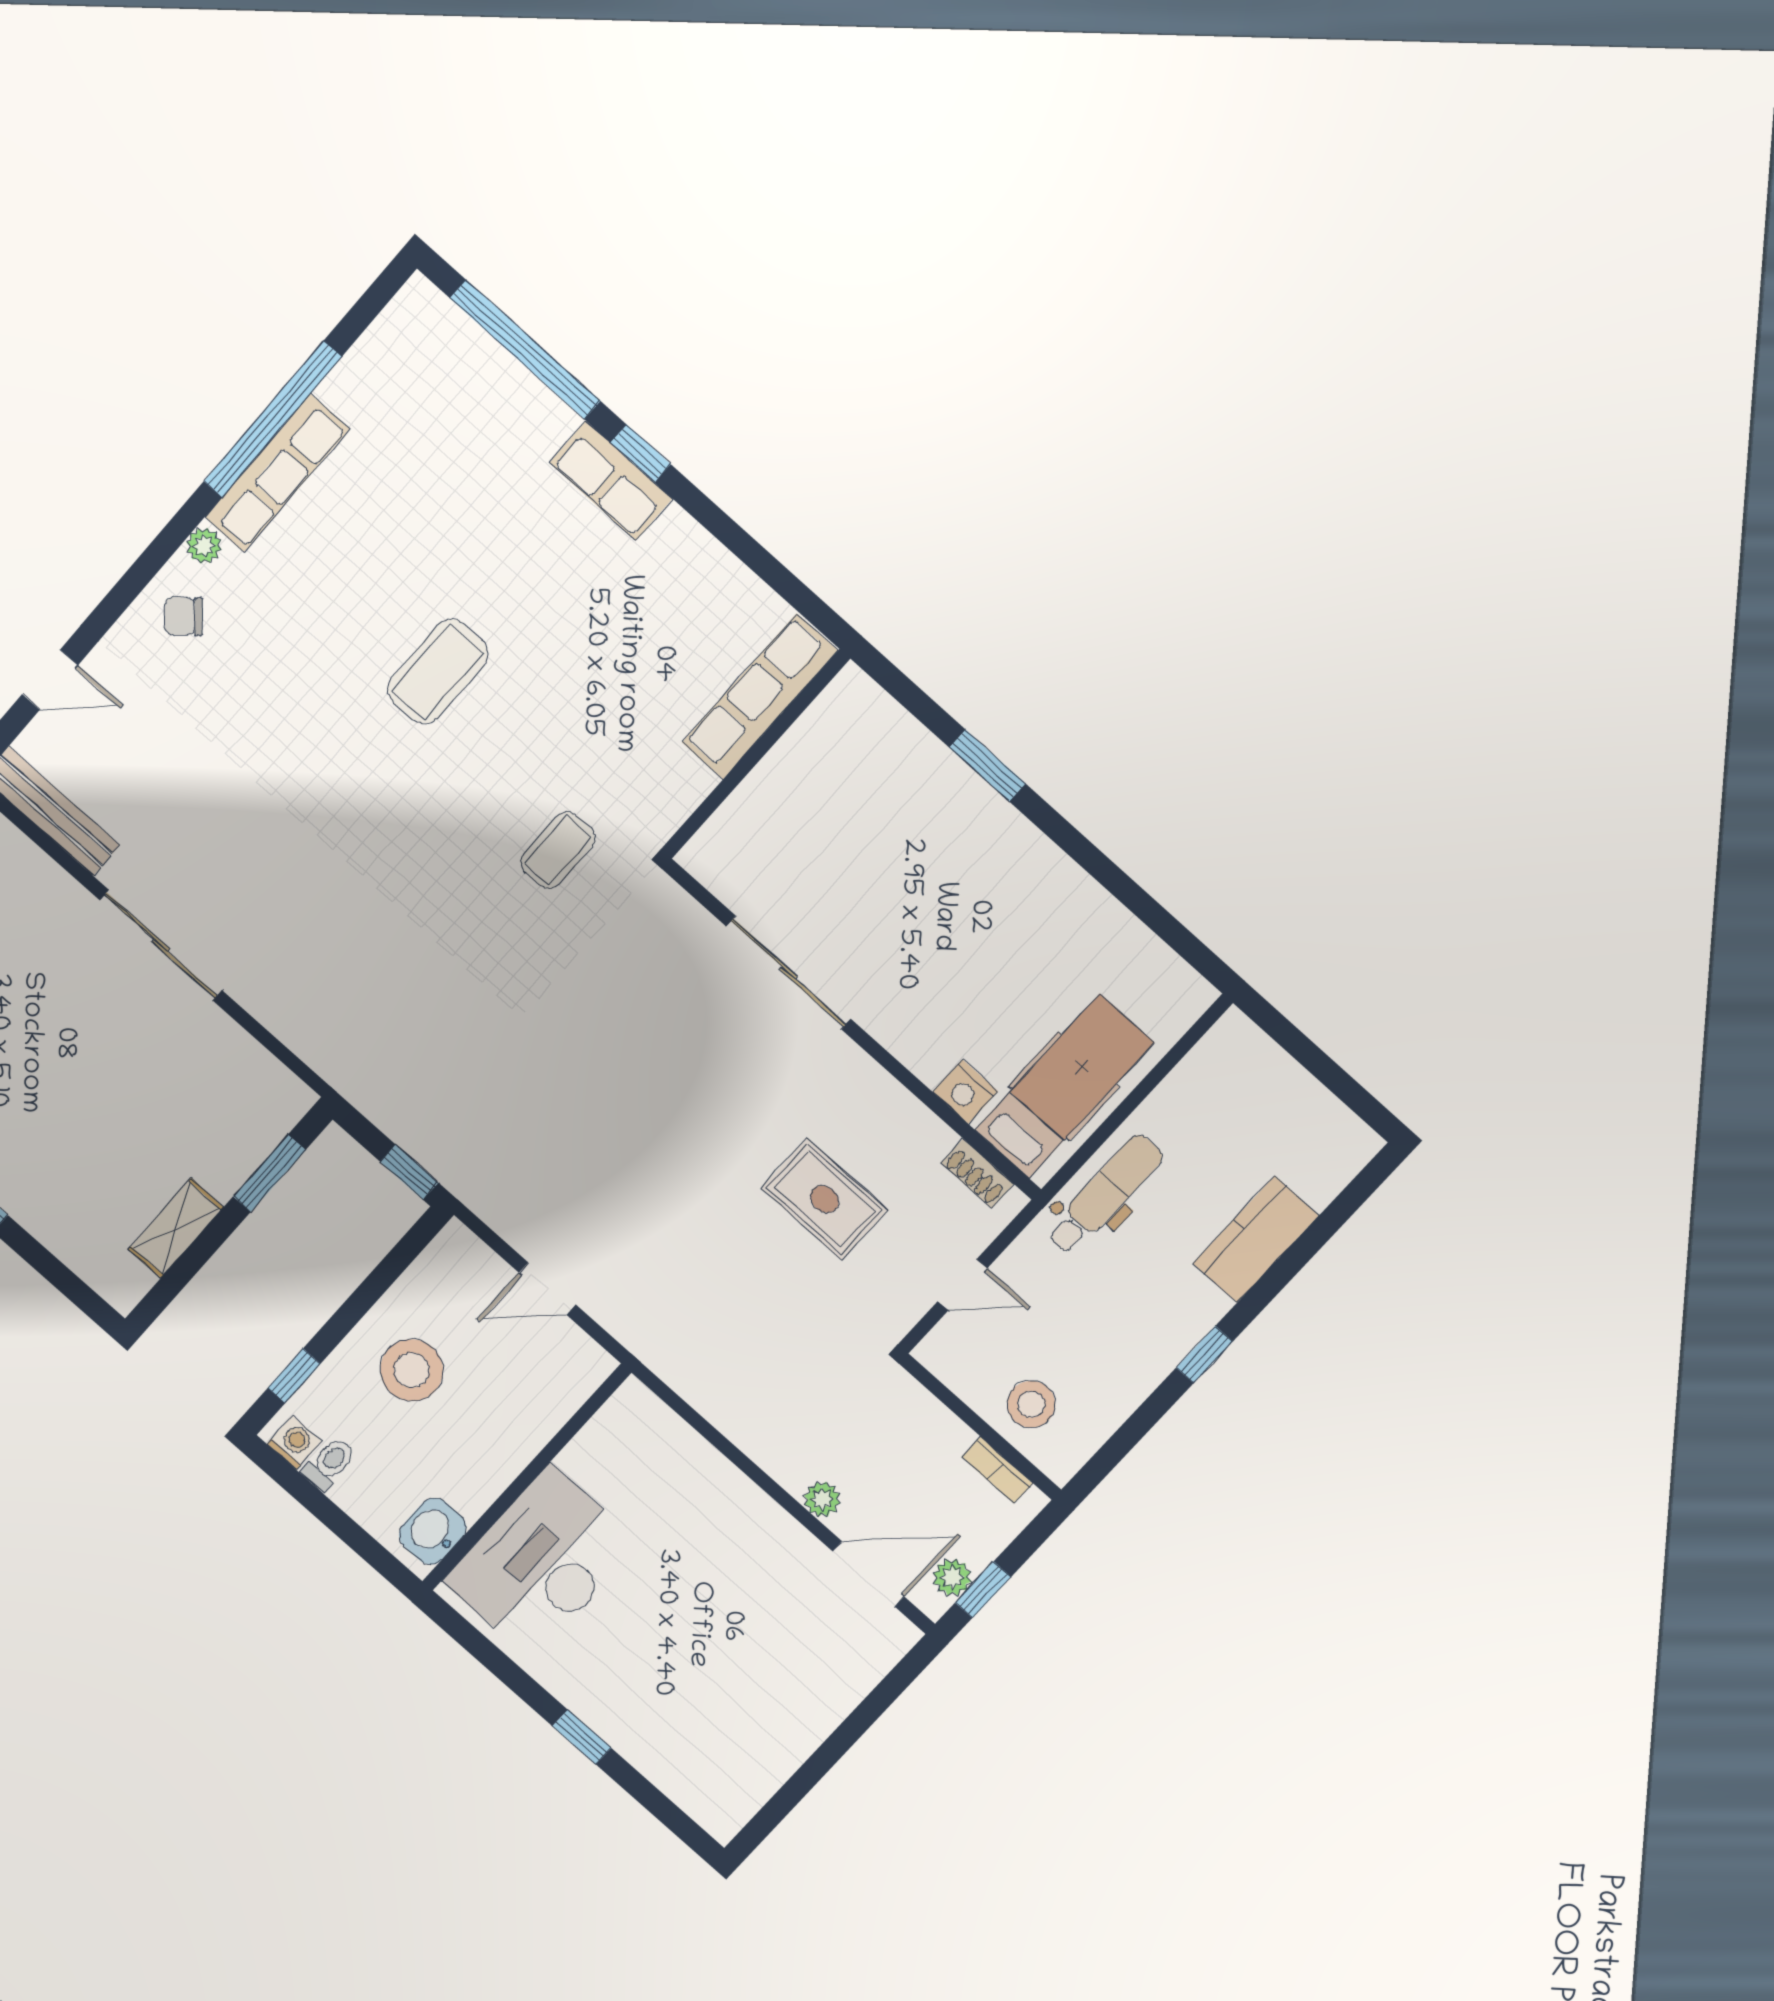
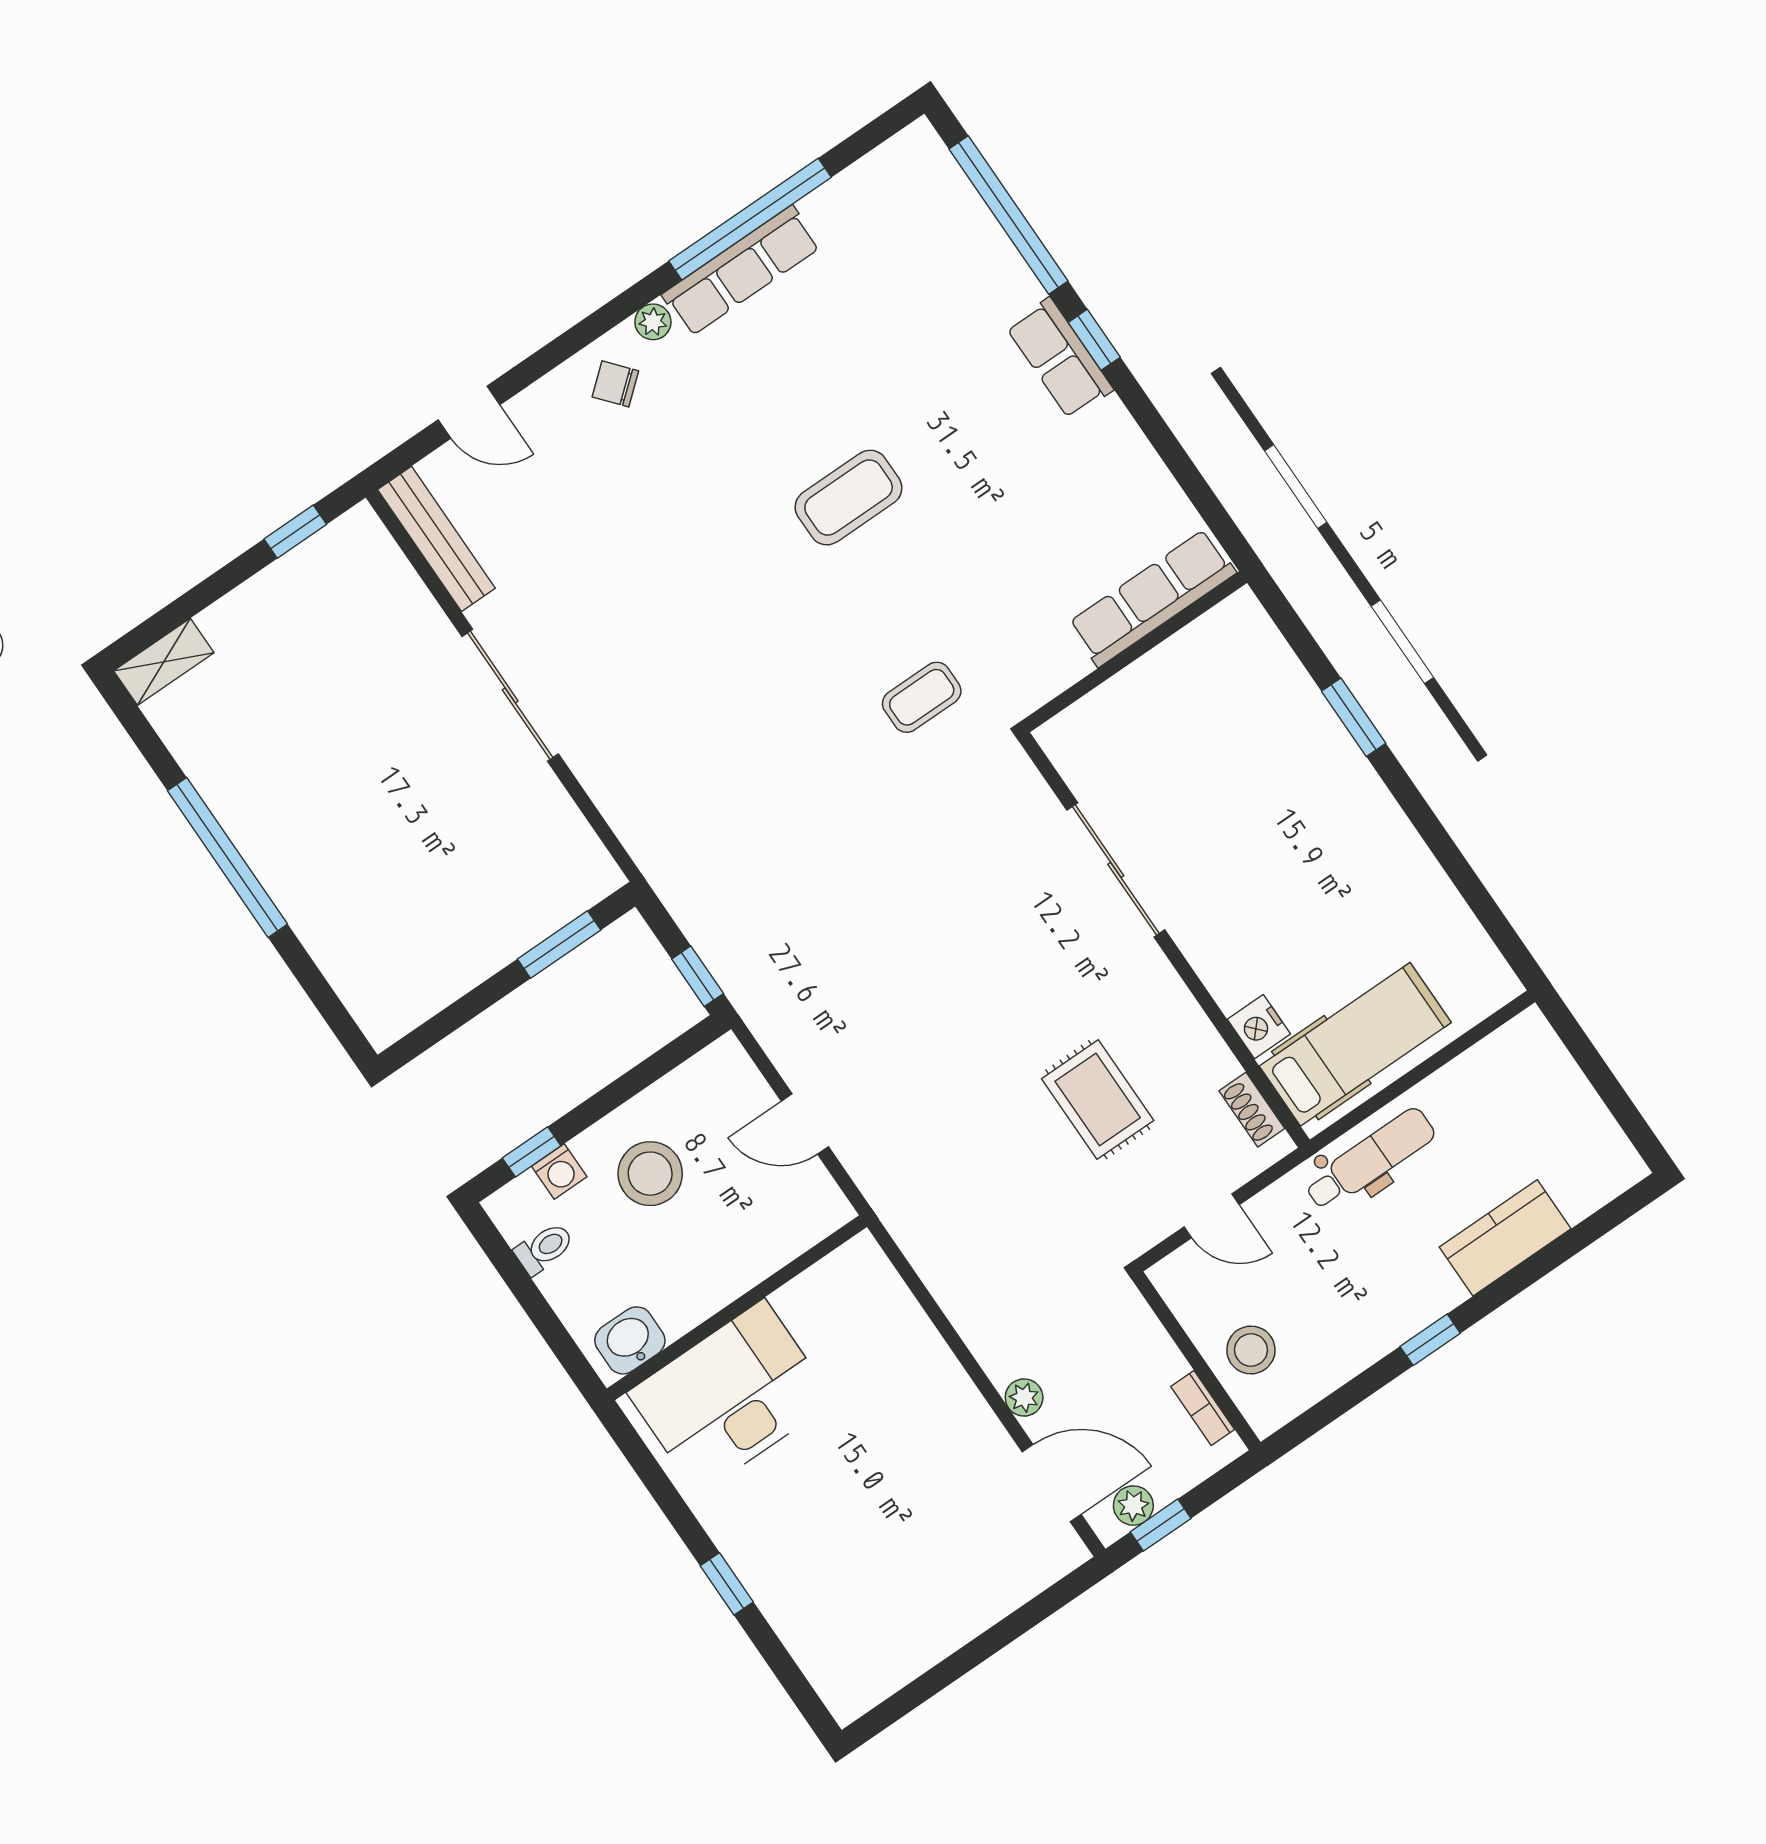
shelving: (176, 1228) -> (452, 977), removed
washing machine: (294, 1443) -> (559, 1172), moved, turned 90

